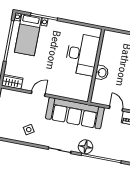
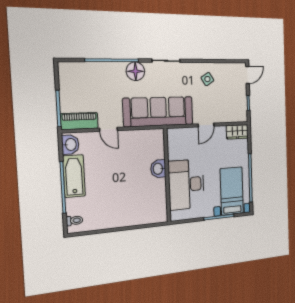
desk: (82, 54) -> (186, 184), moved
wall: (96, 66) -> (167, 175), moved
washbasin: (102, 73) -> (158, 169), moved

